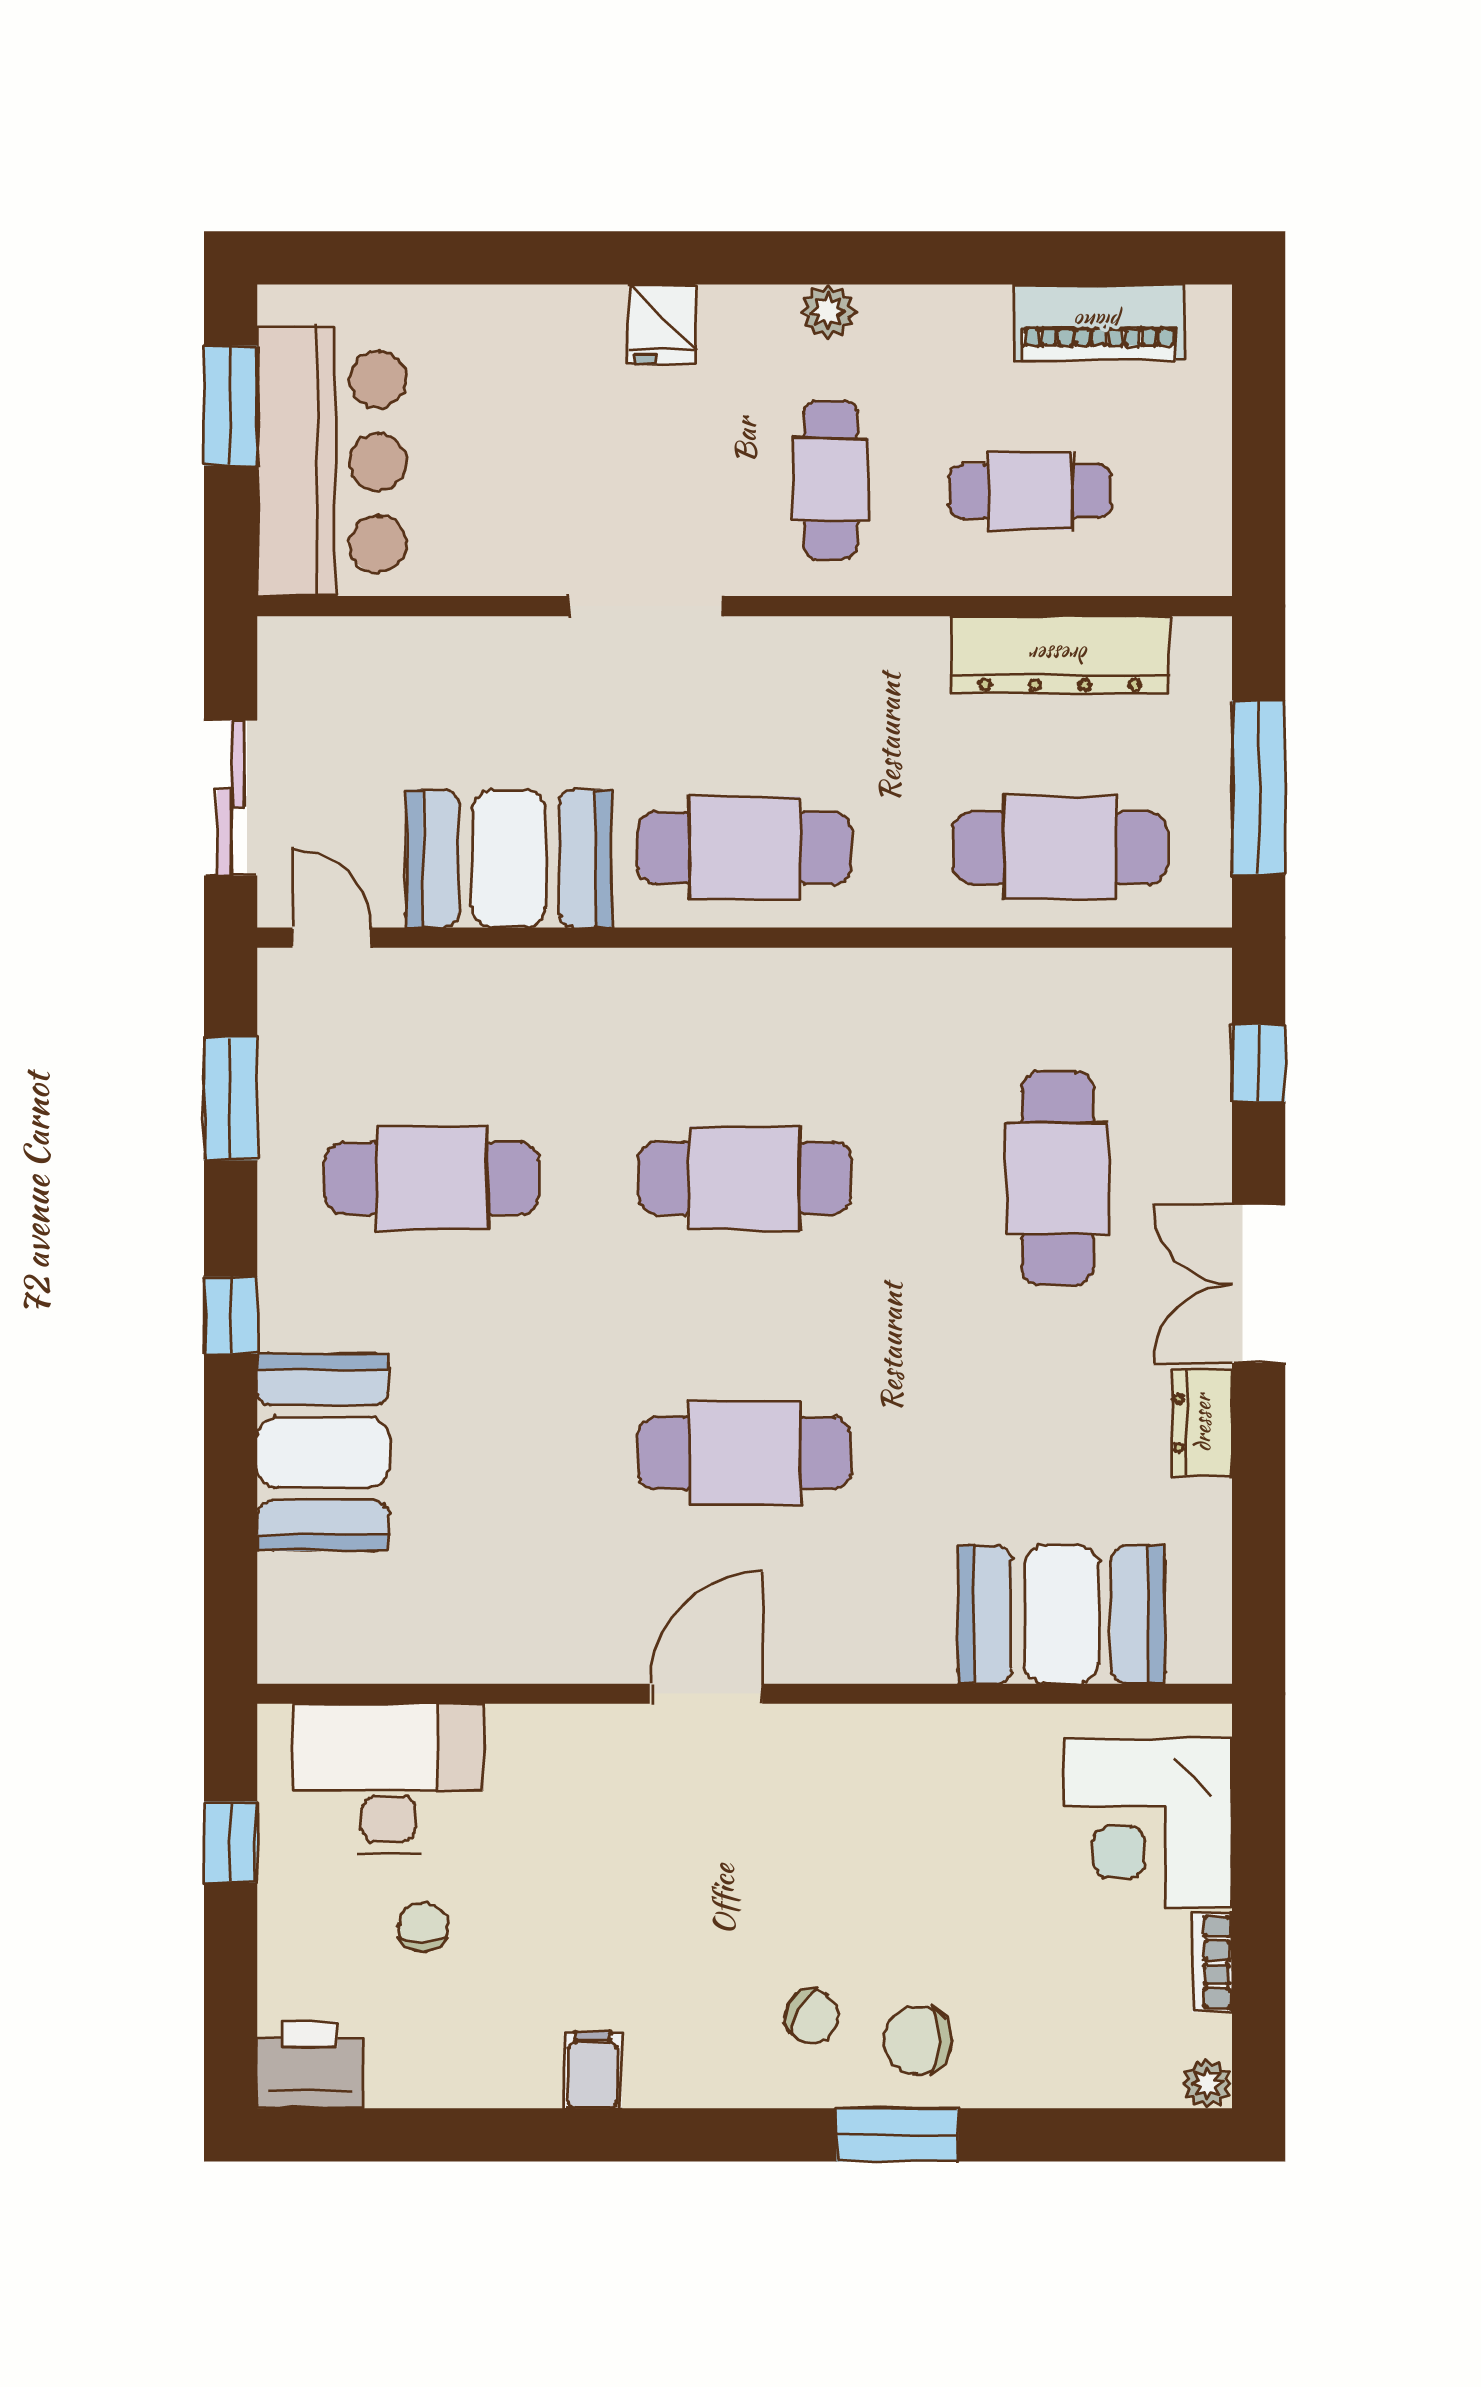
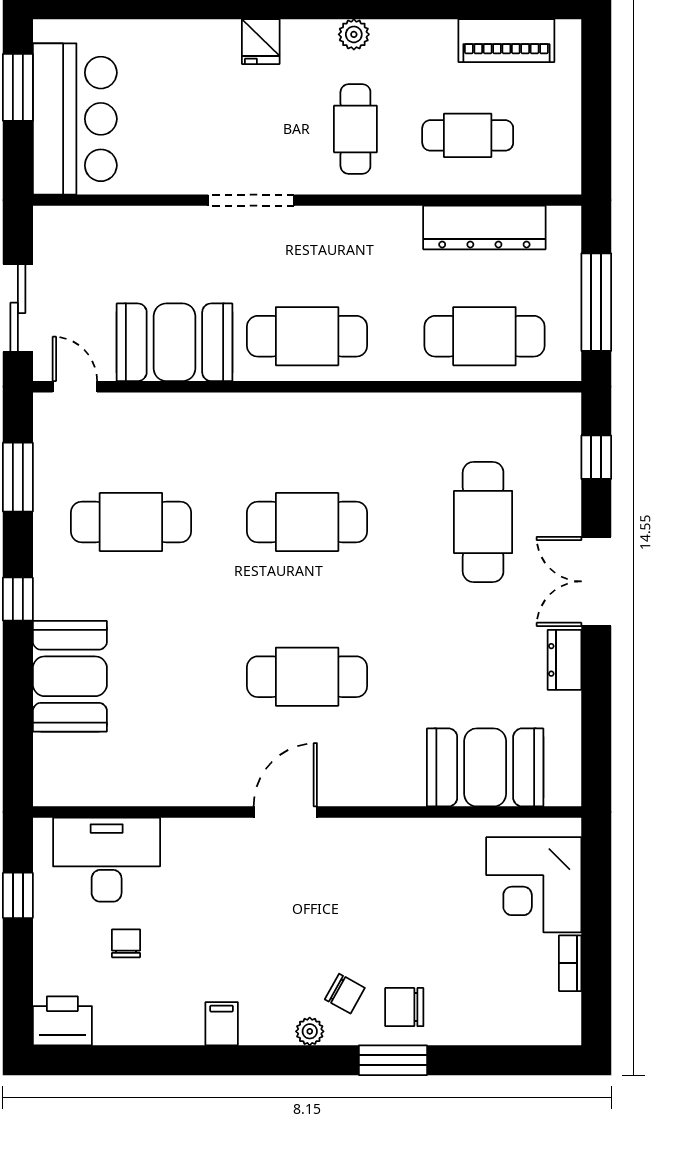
plant: (1207, 2084) -> (310, 1031), moved

